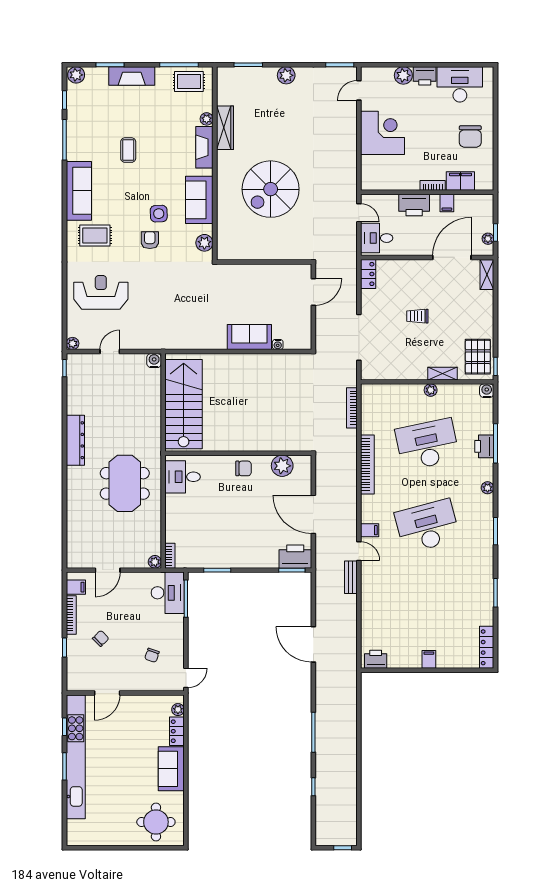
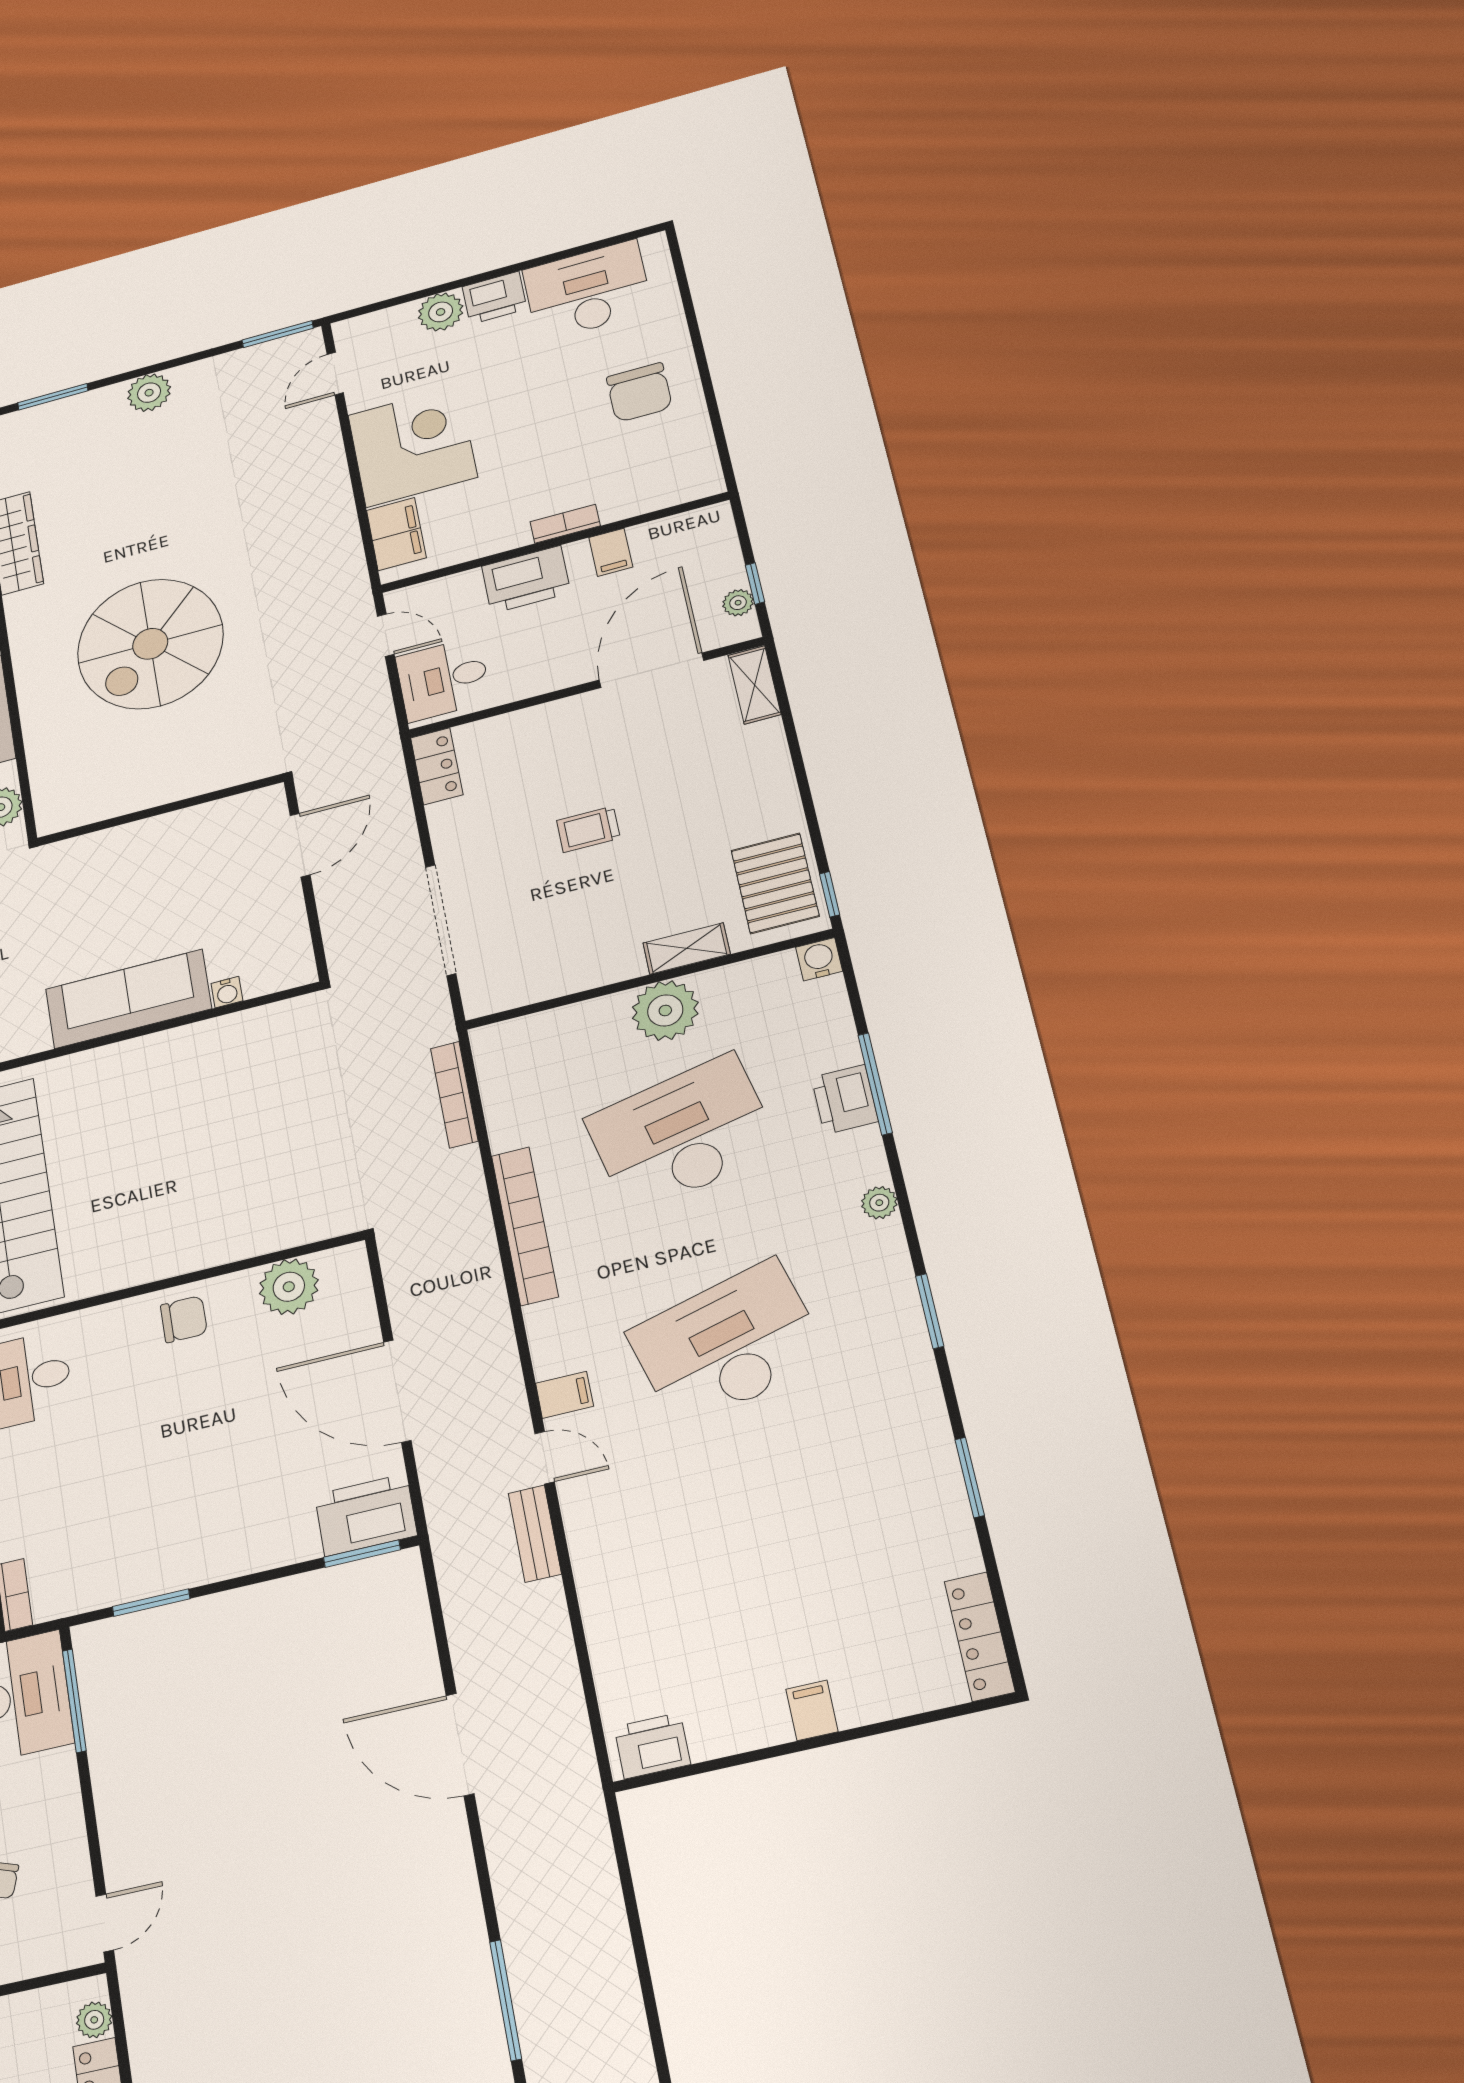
filing cabinet: (460, 181) -> (396, 534), moved, turned 90
sofa: (249, 337) -> (128, 999), width x1.36
plant: (431, 390) -> (665, 1010), width x1.88, depth x1.88

